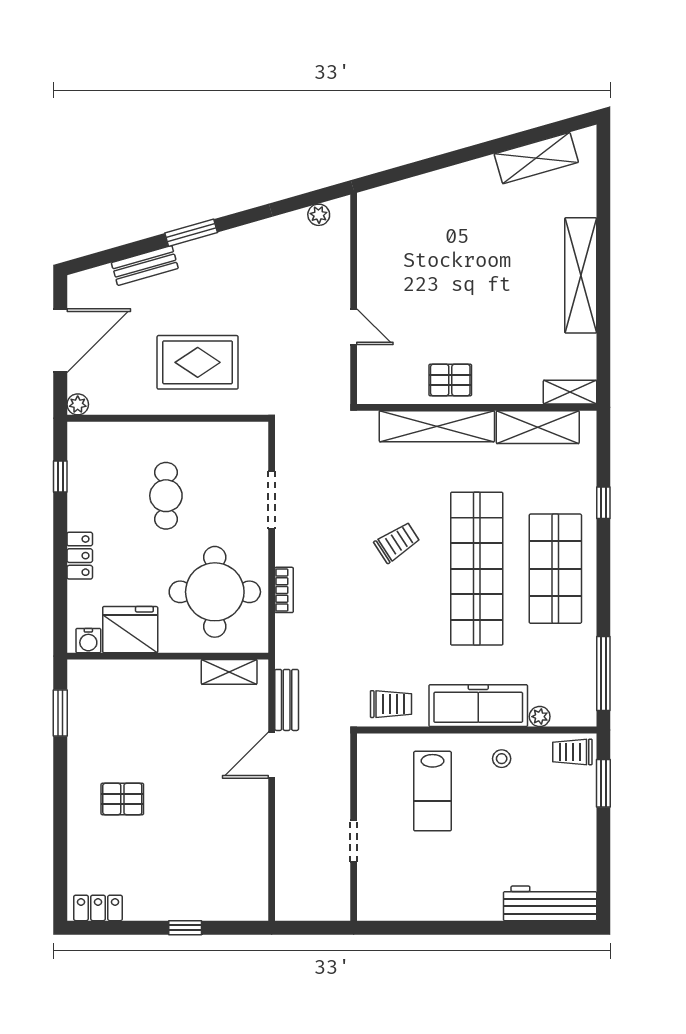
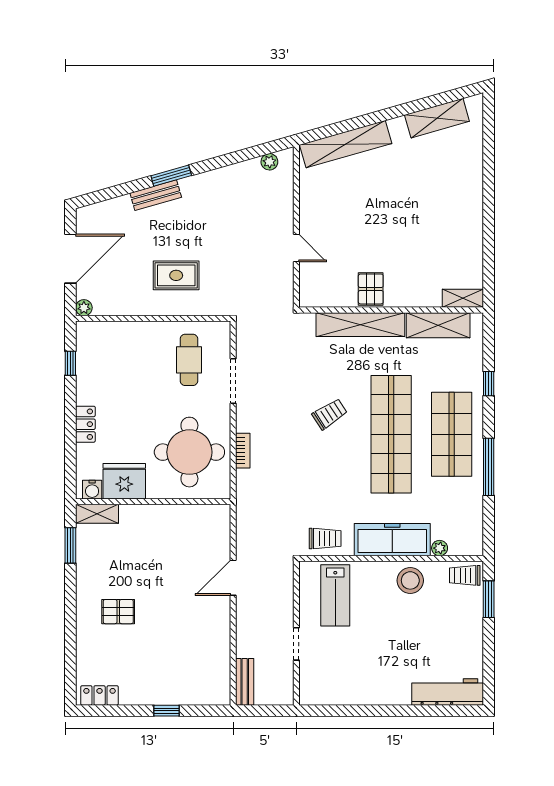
bench: (145, 266) -> (156, 195), moved
shelving: (581, 275) -> (346, 144), moved, turned 74
rug: (198, 362) -> (176, 275), width x0.73, depth x0.70
pallet: (450, 380) -> (371, 289), turned 90
cafe table: (166, 496) -> (189, 360), moved
shelving: (229, 672) -> (97, 514), moved
window: (603, 673) -> (489, 467), moved
bench: (287, 700) -> (245, 682), moved
stool: (502, 759) -> (410, 580), width x1.89, depth x1.89
lab bench: (433, 791) -> (335, 595), moved

